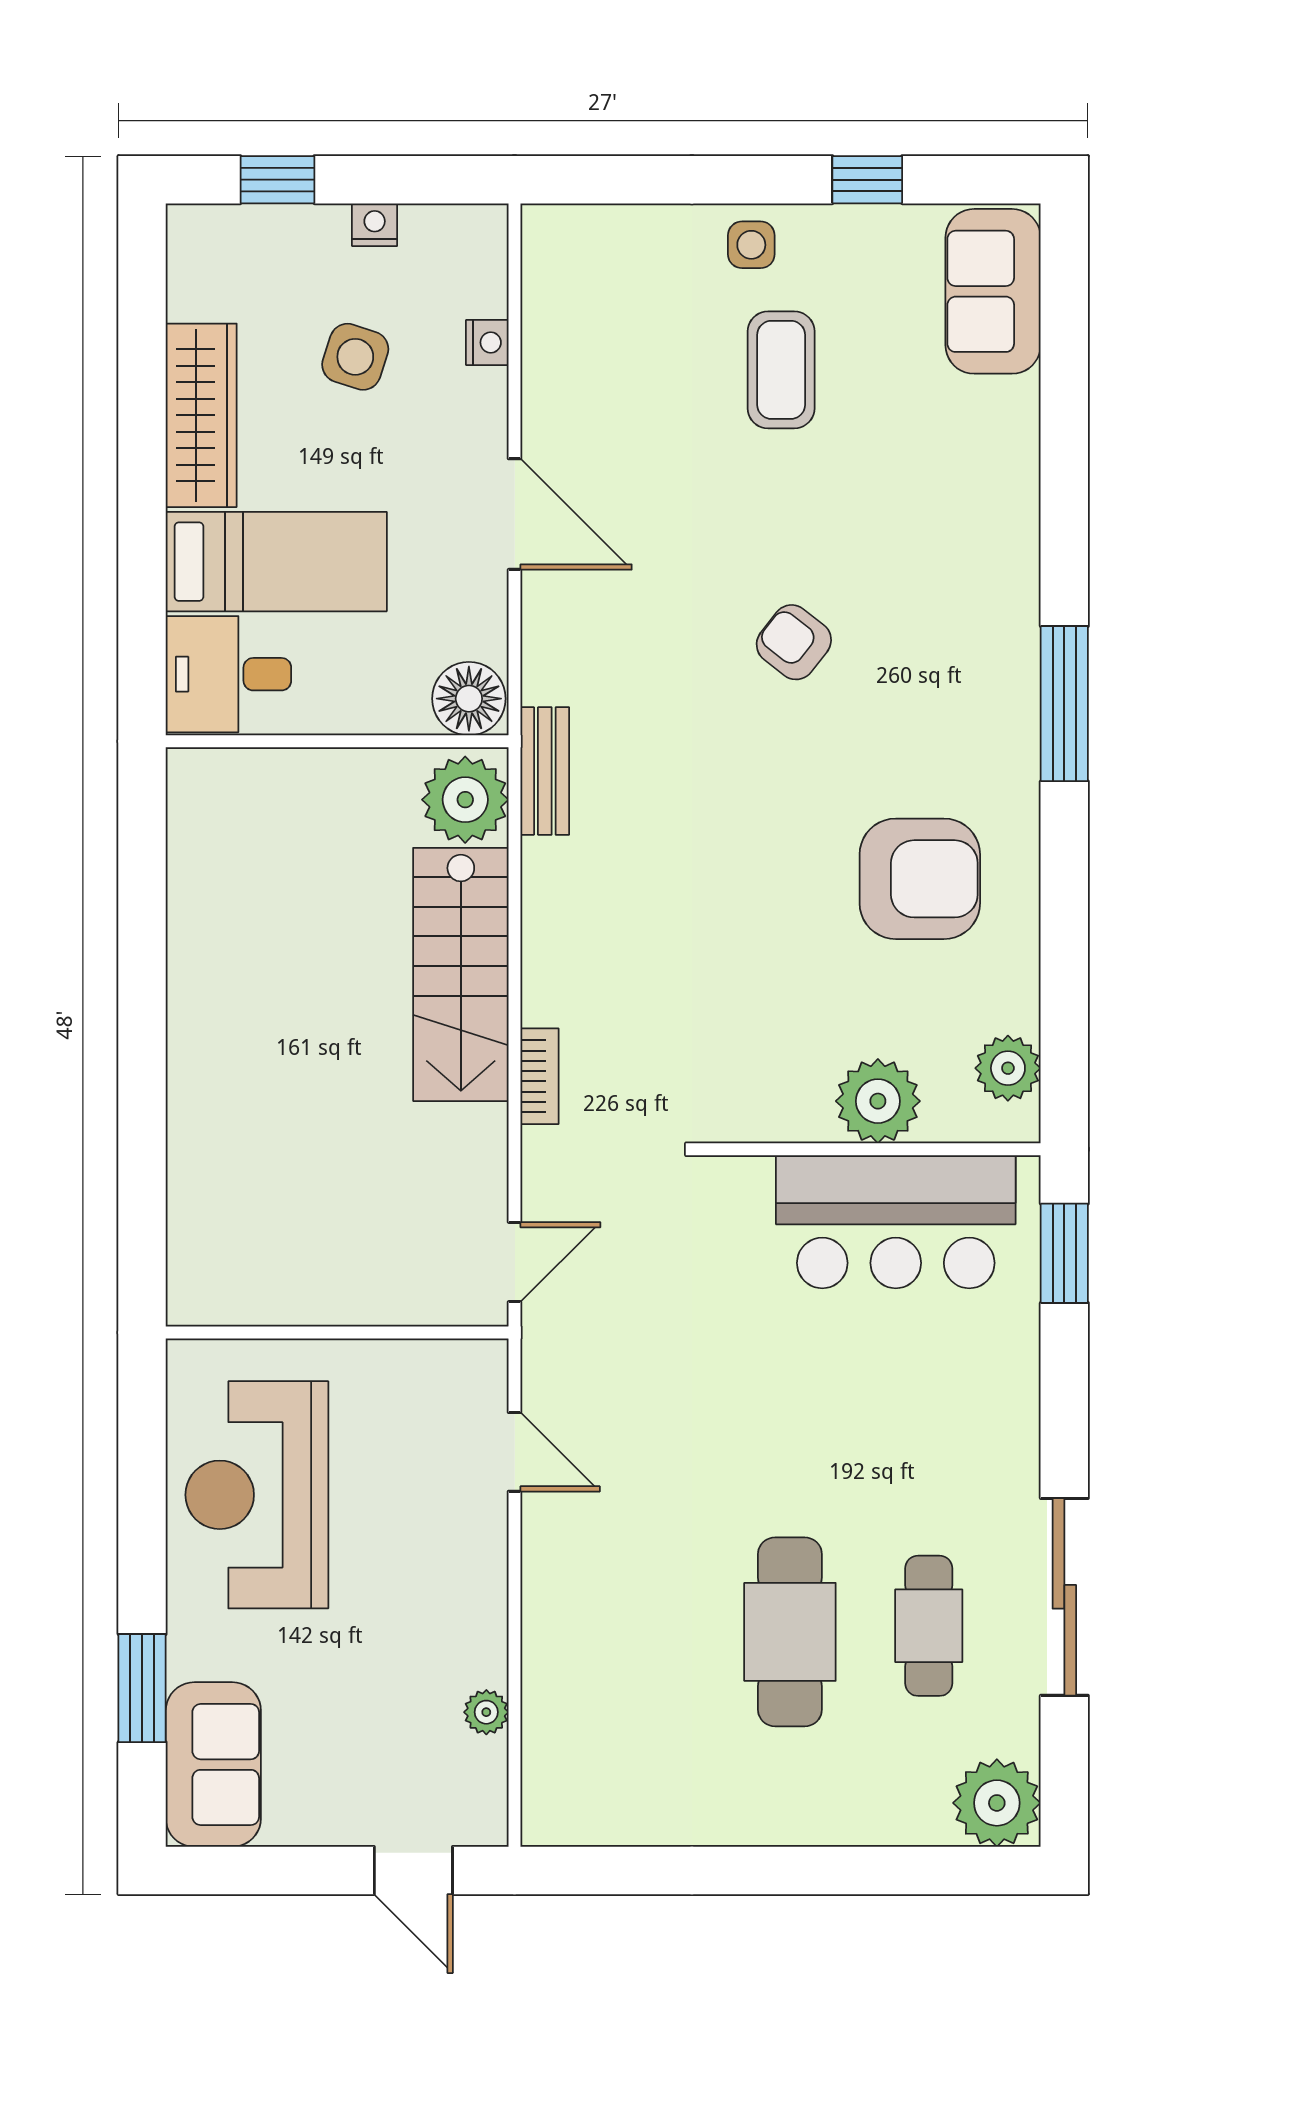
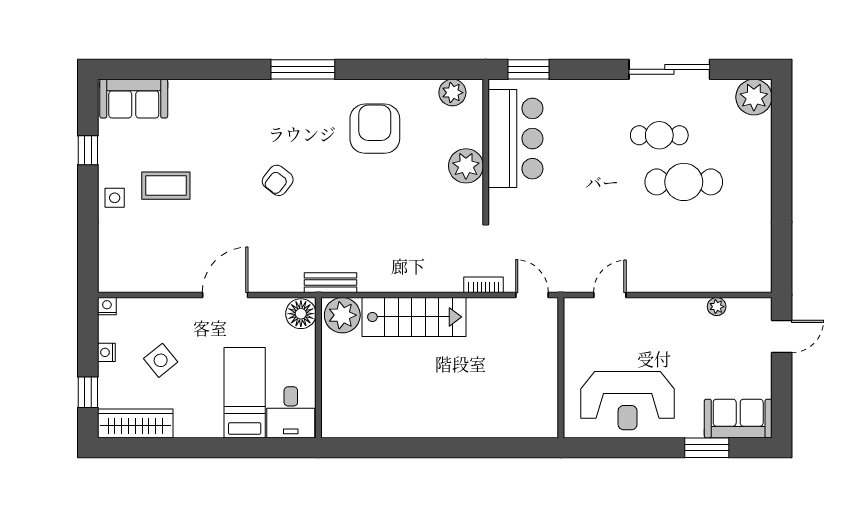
nightstand: (487, 342) -> (107, 306), moved
side table: (355, 357) -> (161, 360), turned 33
wardrobe: (201, 415) -> (135, 423), moved
bookcase: (540, 1076) -> (484, 285), moved
plant: (878, 1101) -> (466, 166), moved
cafe table: (929, 1626) -> (659, 135), moved

